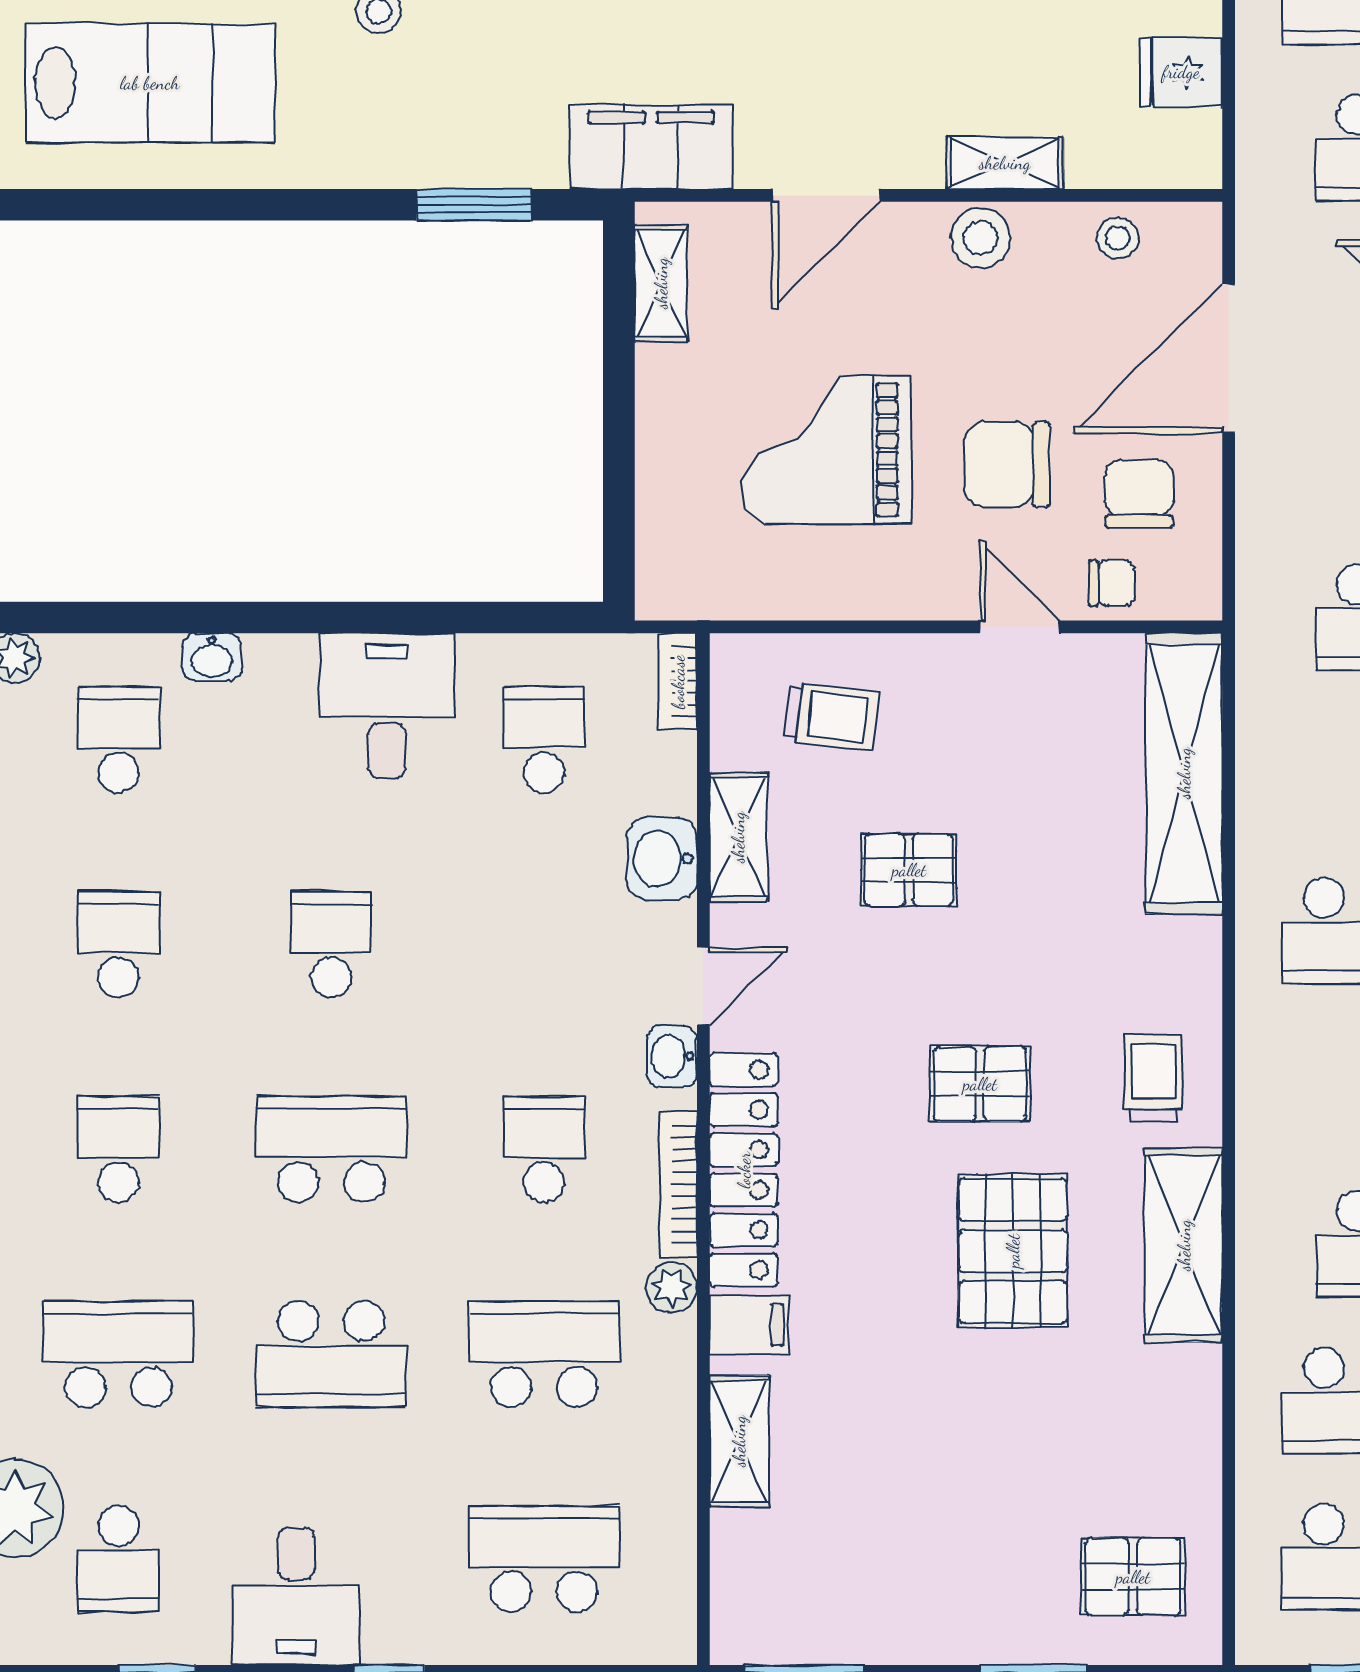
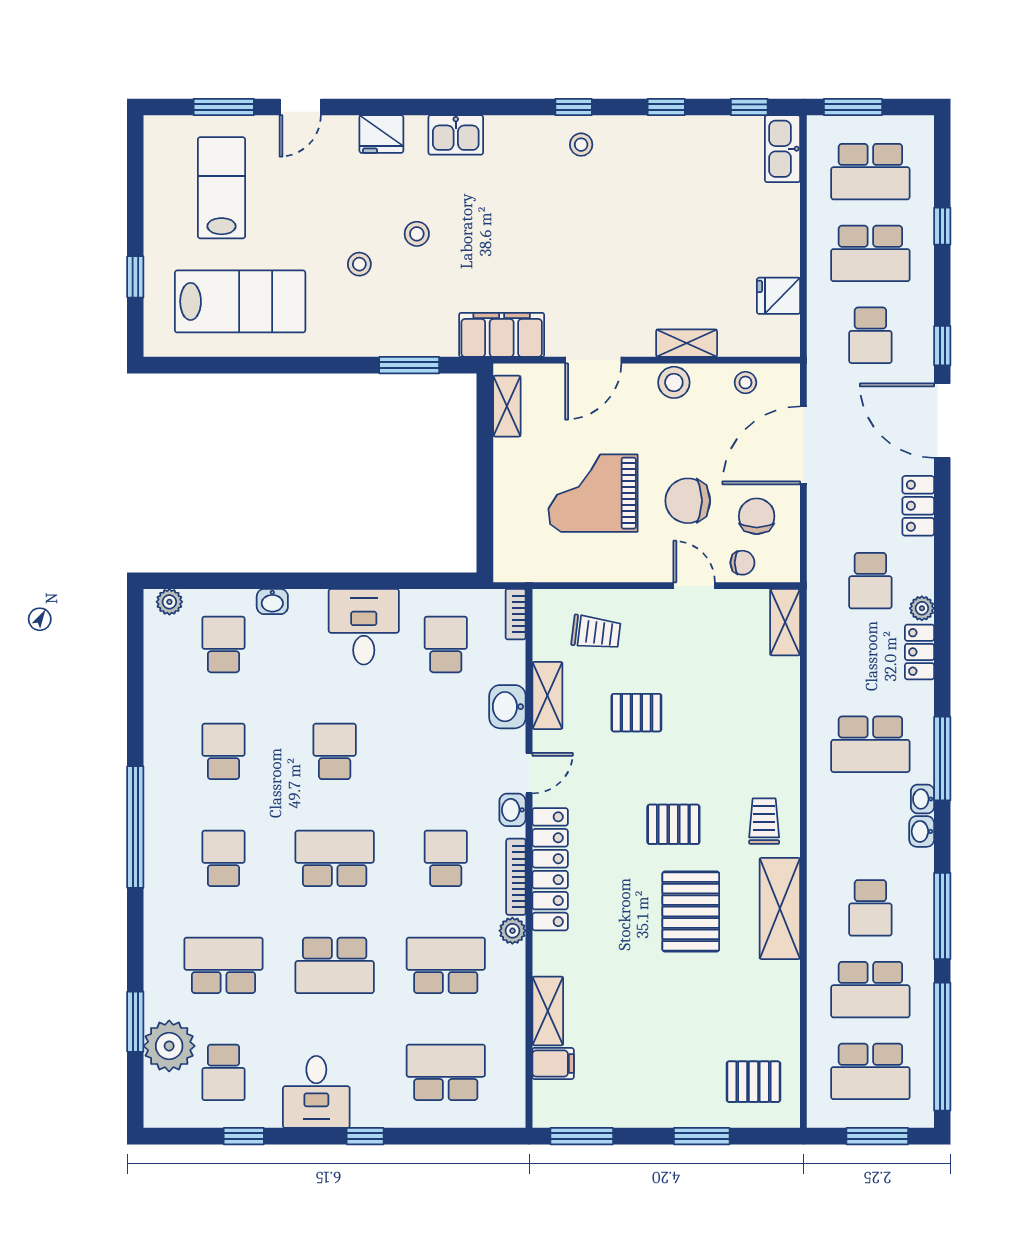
shelving: (1184, 773) -> (785, 622), width x0.45, depth x0.75
filing cabinet: (749, 1325) -> (553, 1064), moved

